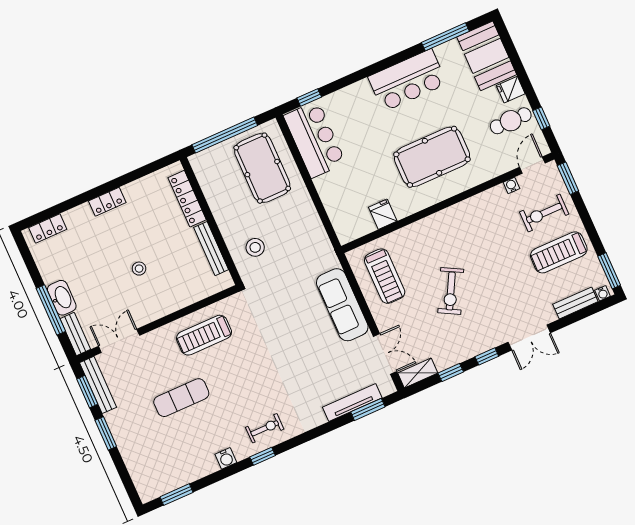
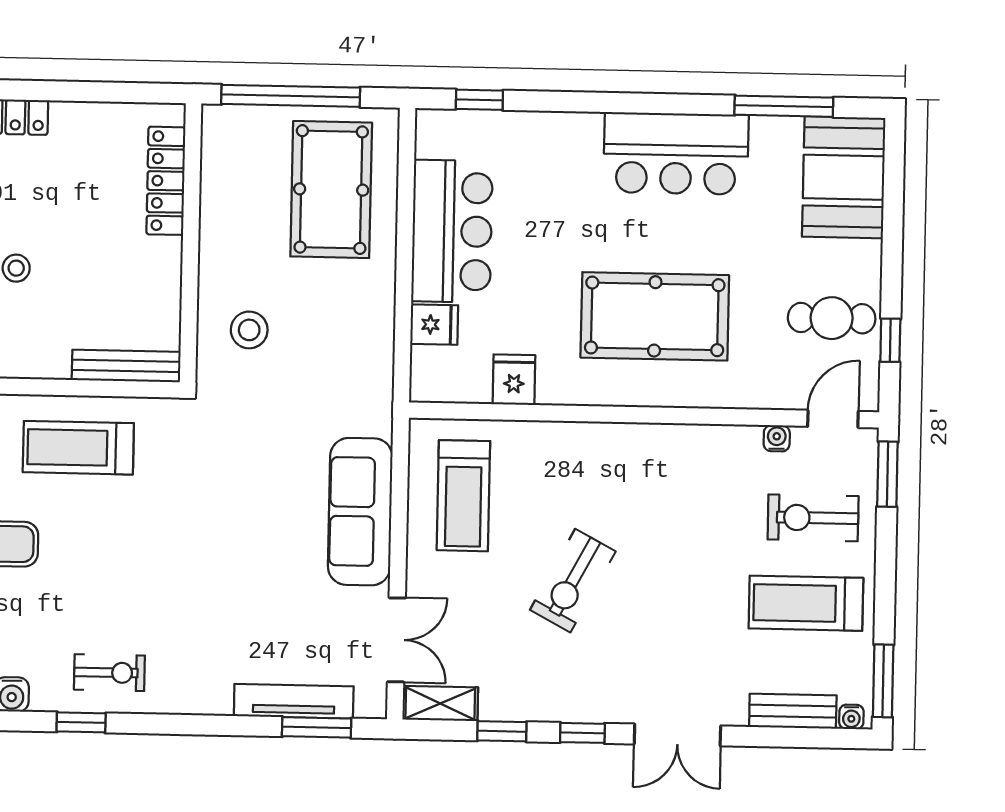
fridge: (511, 90) -> (434, 325), moved, turned 180
bar counter: (315, 139) -> (452, 231), moved
bench: (211, 249) -> (126, 366), moved, turned 90

